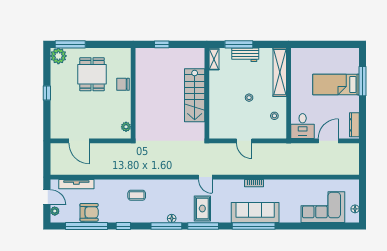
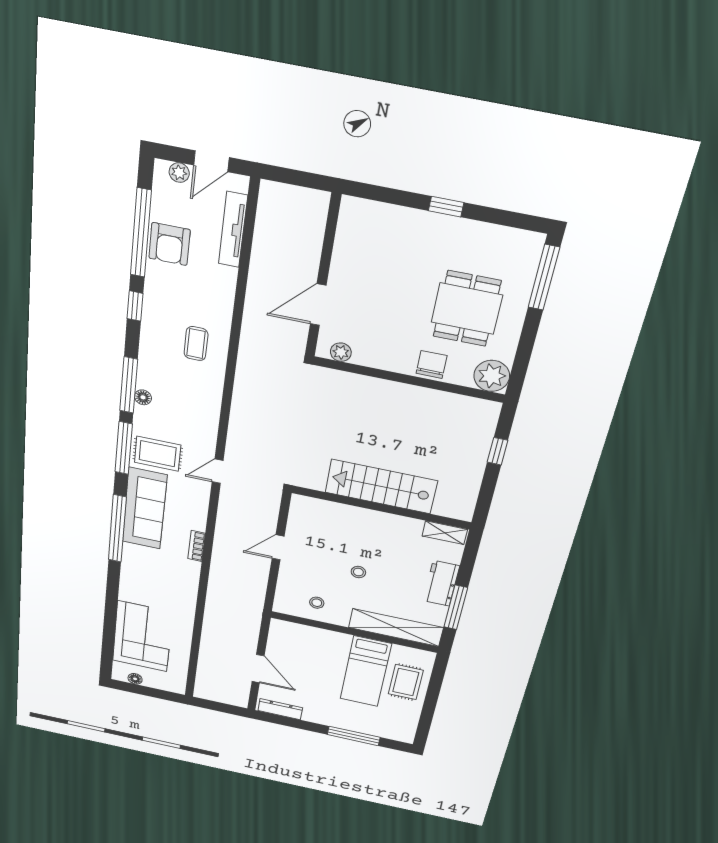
window: (239, 44) -> (456, 607), moved
plant: (58, 56) -> (492, 376), moved
rug: (315, 60) -> (406, 682), added
dining table: (92, 74) -> (467, 309), turned 90
bed: (336, 84) -> (366, 671), moved, turned 180
desk: (303, 126) -> (291, 639), removed
door: (79, 141) -> (318, 305), moved
sofa: (255, 213) -> (145, 509), moved

